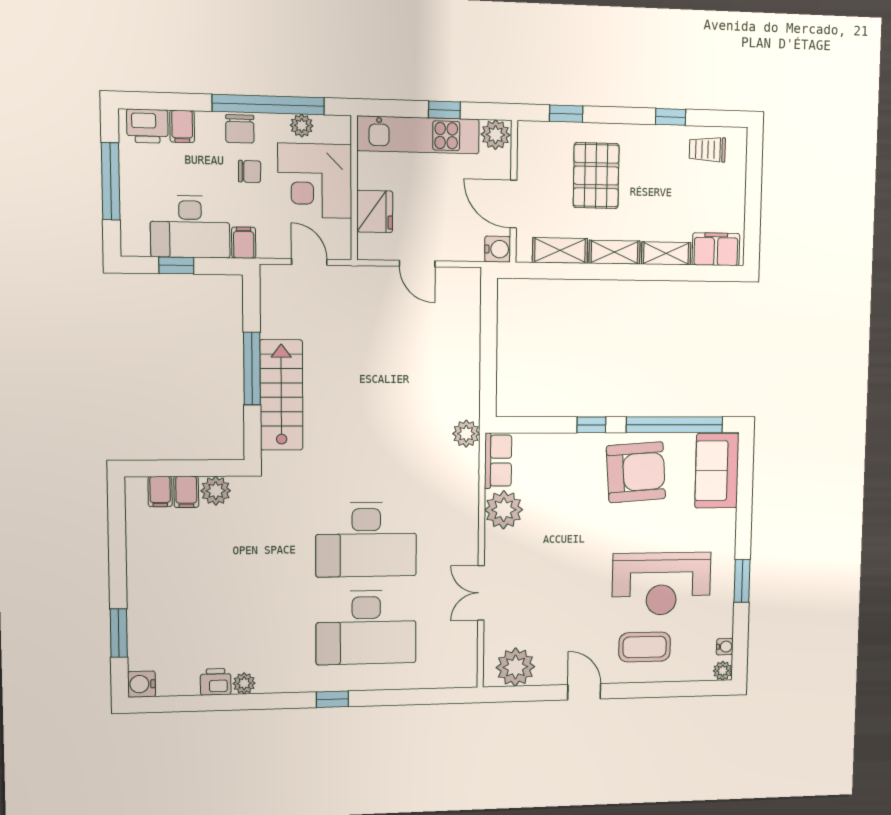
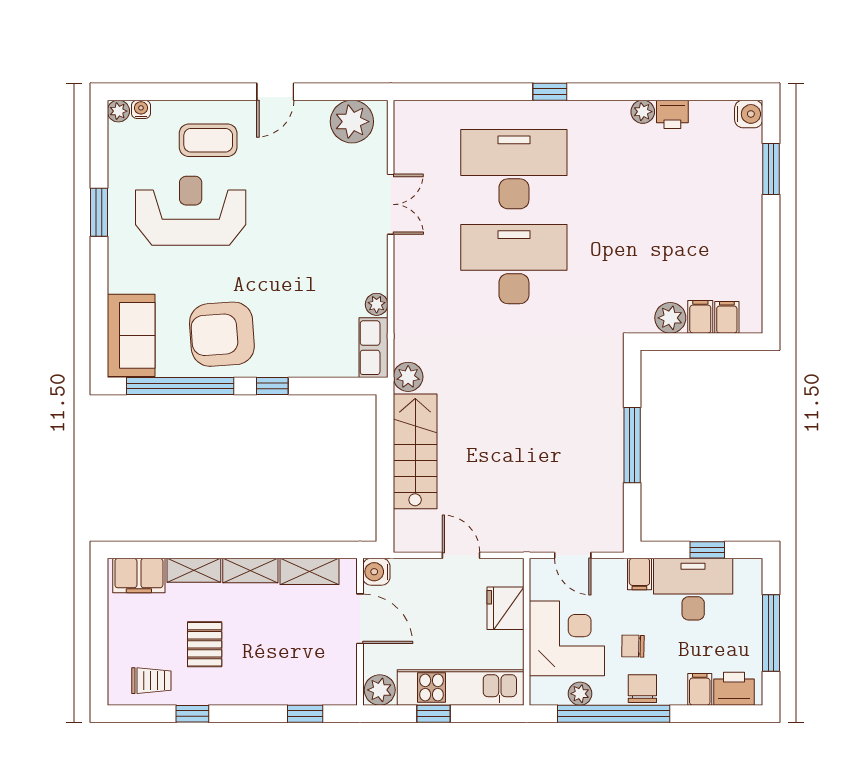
pallet: (596, 176) -> (205, 644), moved, width x0.67, depth x0.71
stairs: (281, 395) -> (415, 451), moved, turned 180
plant: (504, 510) -> (377, 304), width x0.53, depth x0.53
water cooler: (725, 647) -> (141, 109), moved, turned 90
door: (584, 692) -> (275, 92), hinge flipped

